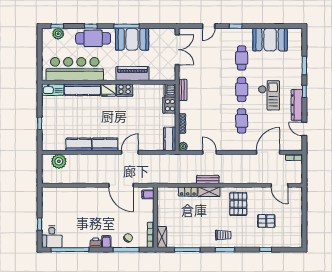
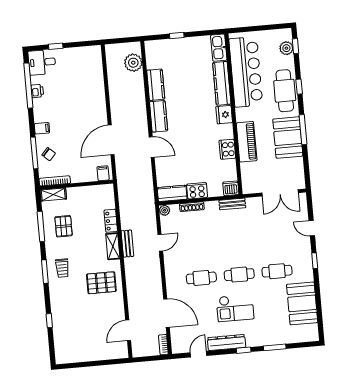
cooker: (125, 90) -> (227, 149), moved
cooker: (169, 105) -> (197, 191), moved
pallet: (266, 221) -> (64, 226), moved
printer: (96, 243) -> (37, 91), moved

